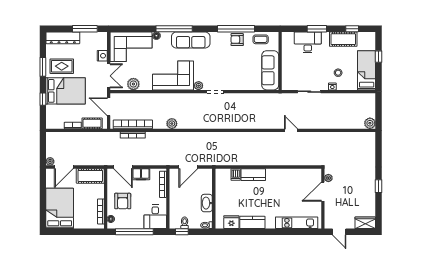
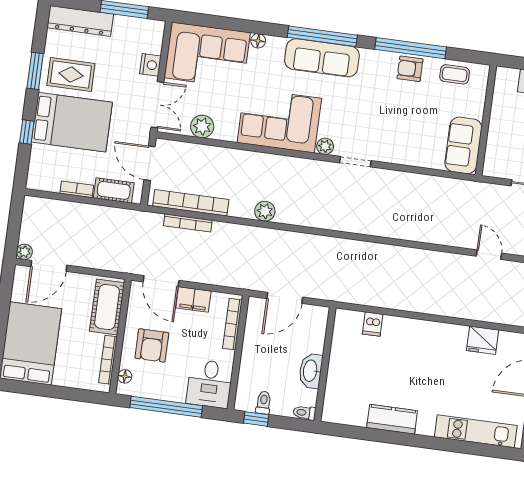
window: (174, 29) -> (322, 36), moved
sofa: (270, 70) -> (463, 145), width x0.73
kitchen counter: (253, 175) -> (406, 329), removed
cot: (90, 176) -> (107, 307), moved, turned 90
fridge: (231, 222) -> (483, 340), moved, turned 180

